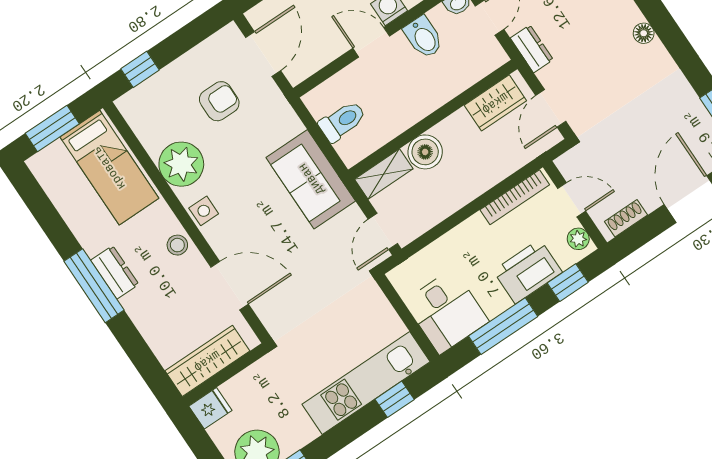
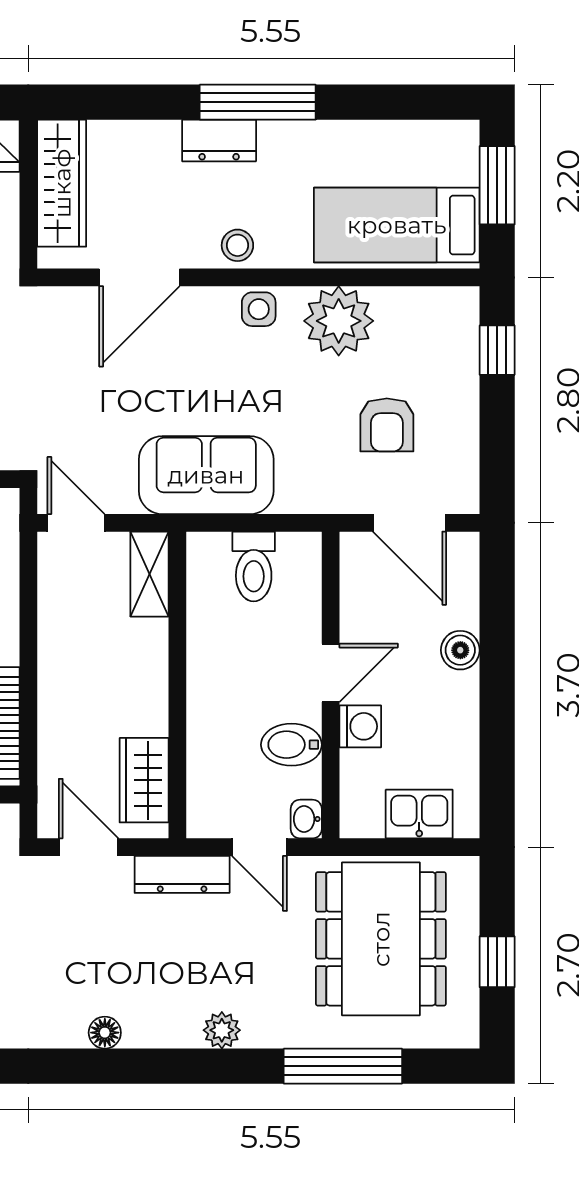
dresser: (532, 49) -> (182, 874), width x1.44
boiler: (425, 152) -> (142, 647), removed
dresser: (115, 272) -> (219, 141), moved

